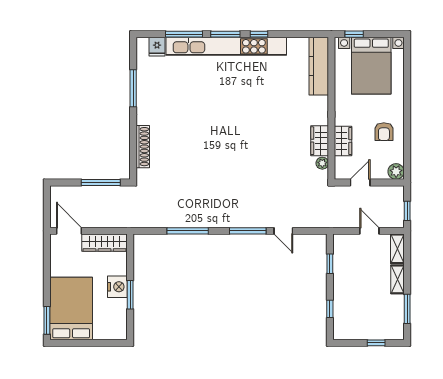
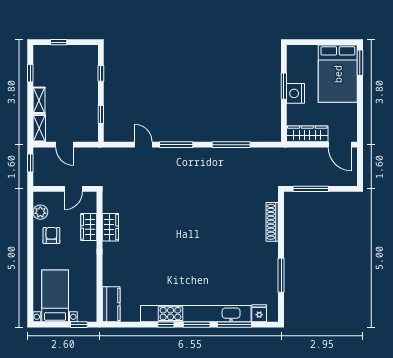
kitchen counter: (319, 66) -> (111, 304), width x0.67
bed with nightstands: (371, 66) -> (55, 296), width x0.73
plant: (322, 163) -> (108, 207), removed
plant: (396, 171) -> (40, 212), moved
window: (407, 309) -> (30, 73), width x0.67

